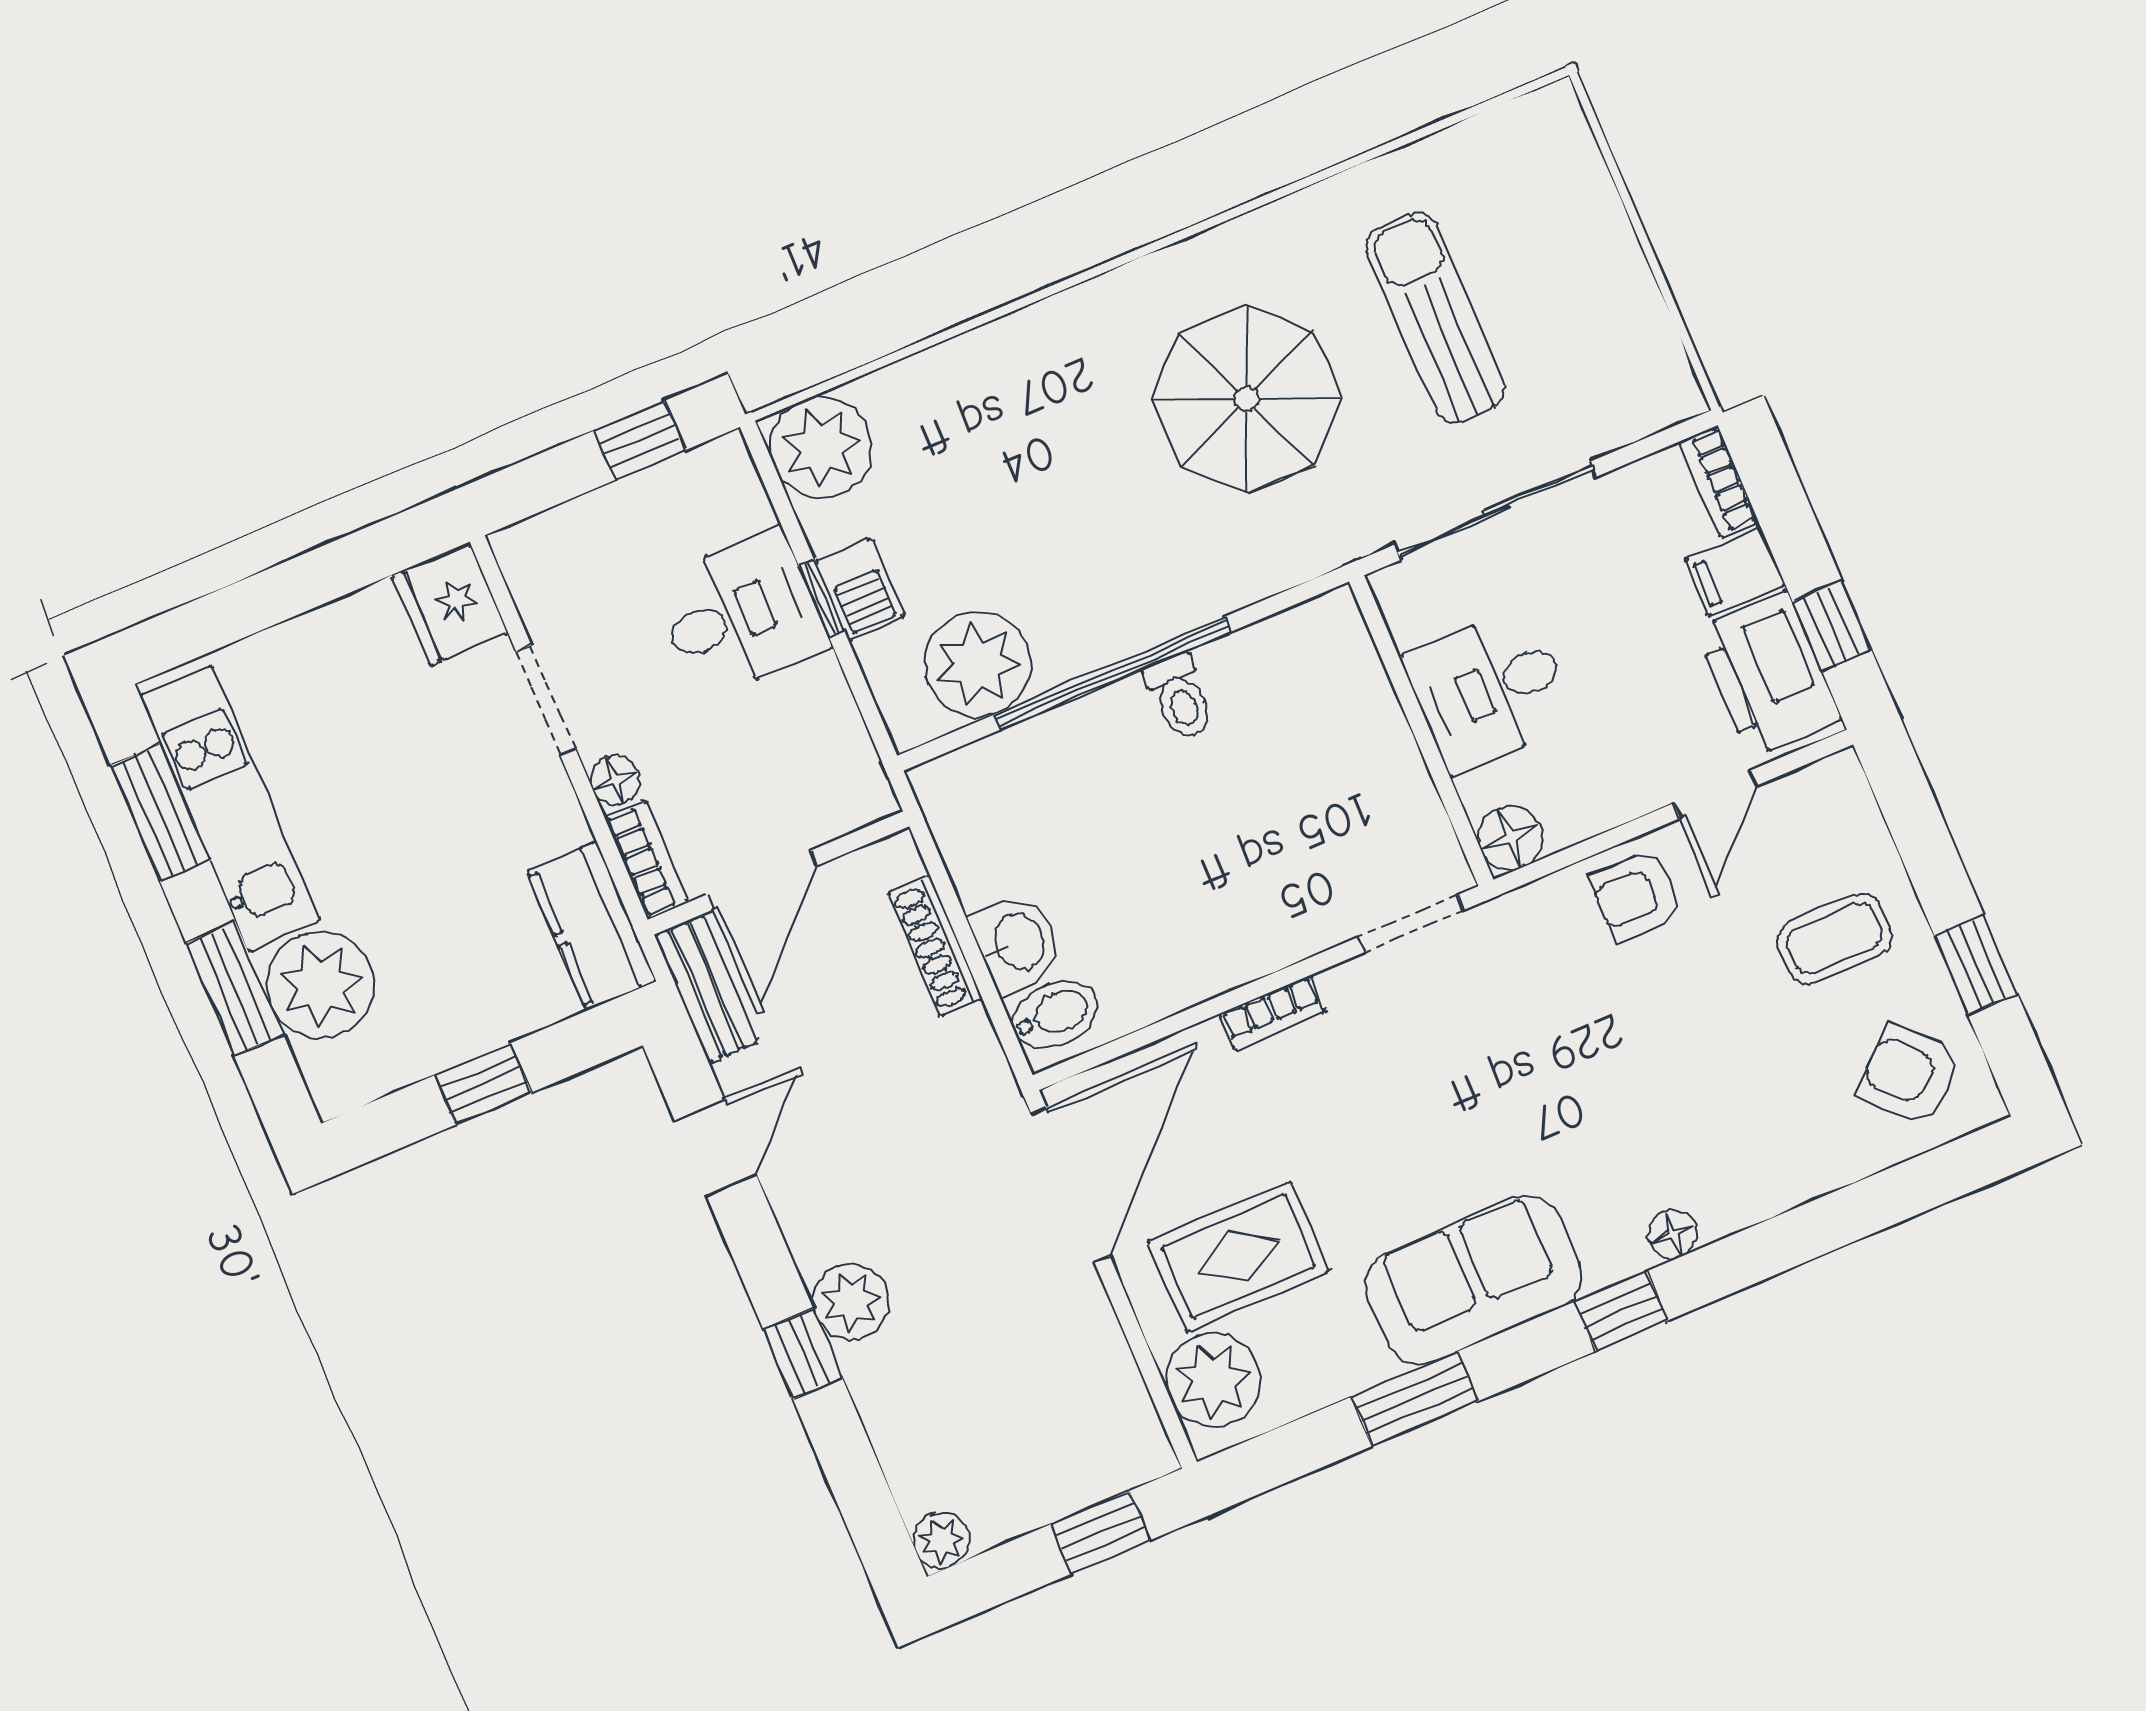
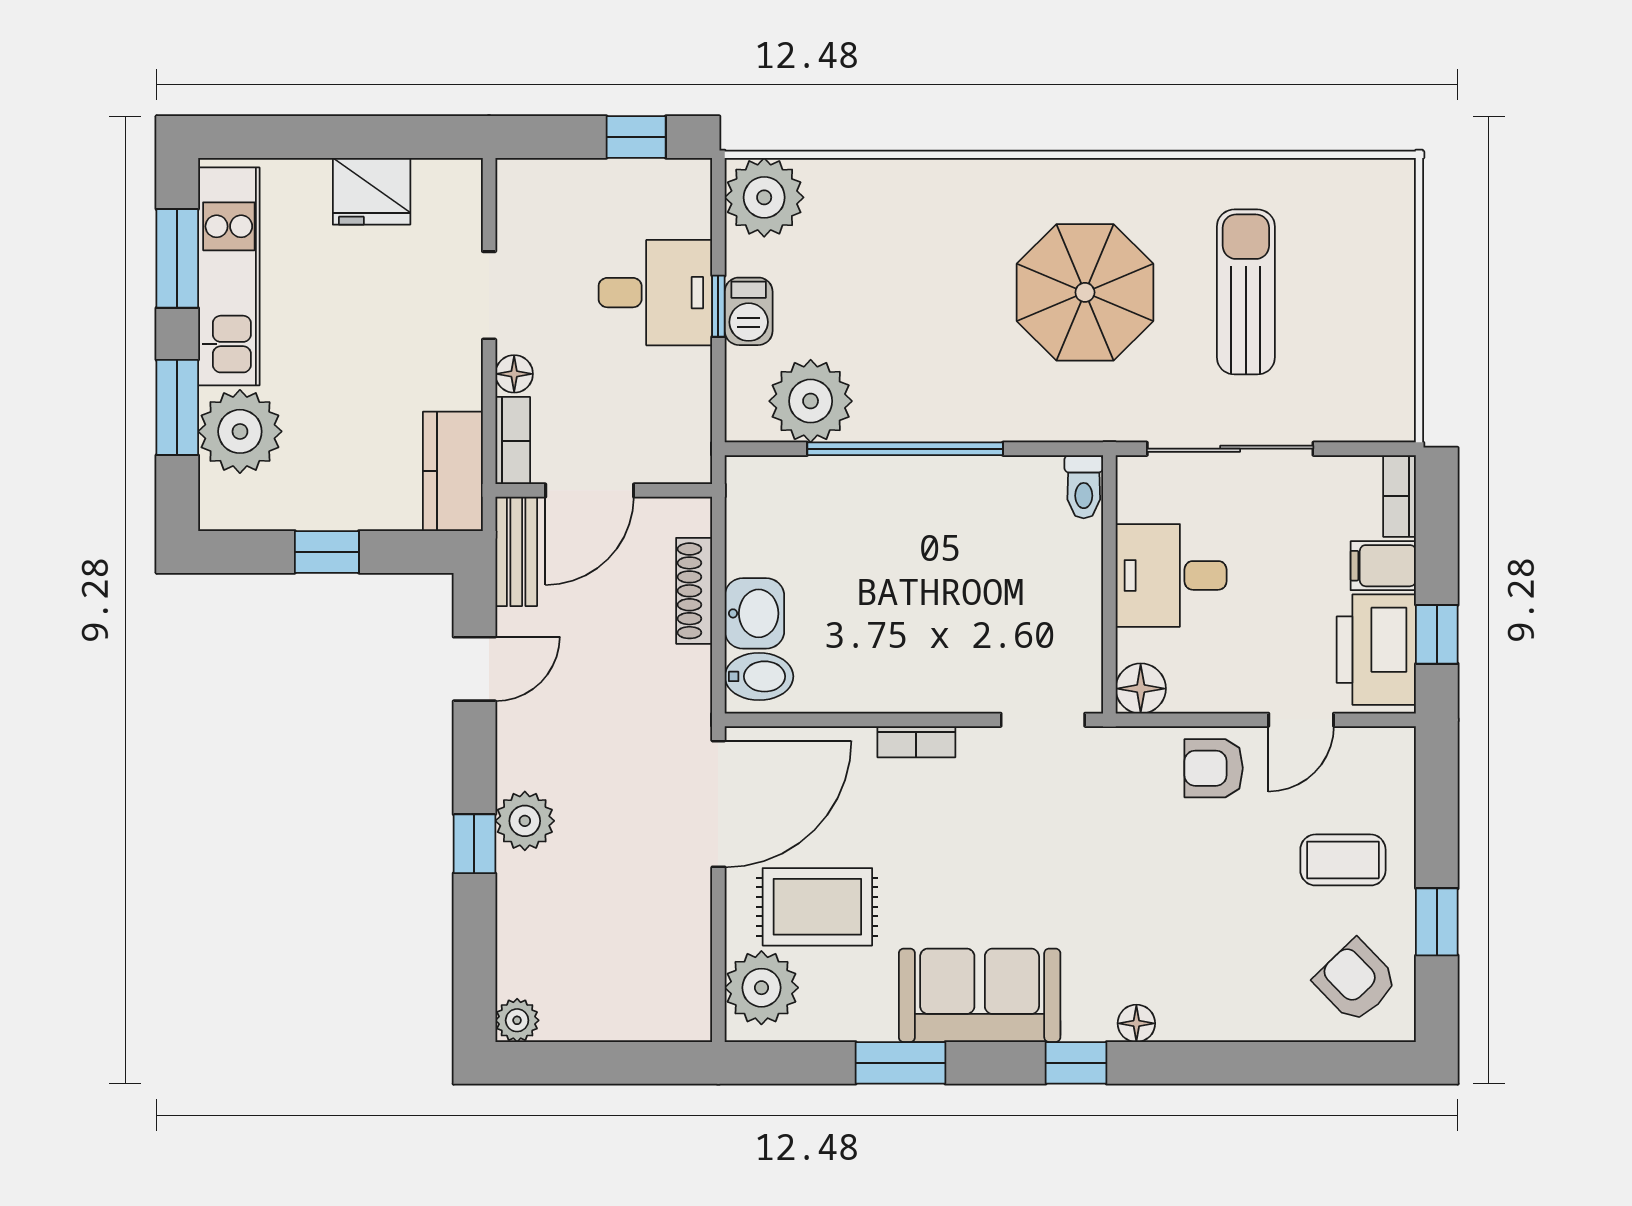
fridge: (450, 604) -> (372, 191), moved, turned -90
toilet: (1180, 697) -> (1084, 487), moved
window: (1100, 1532) -> (634, 1063), removed

